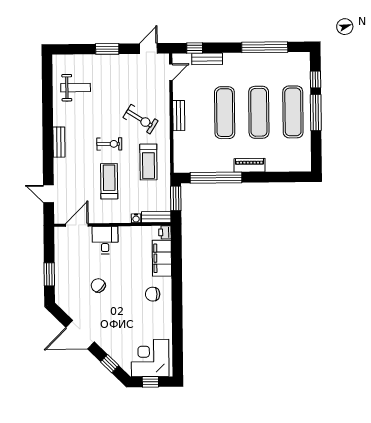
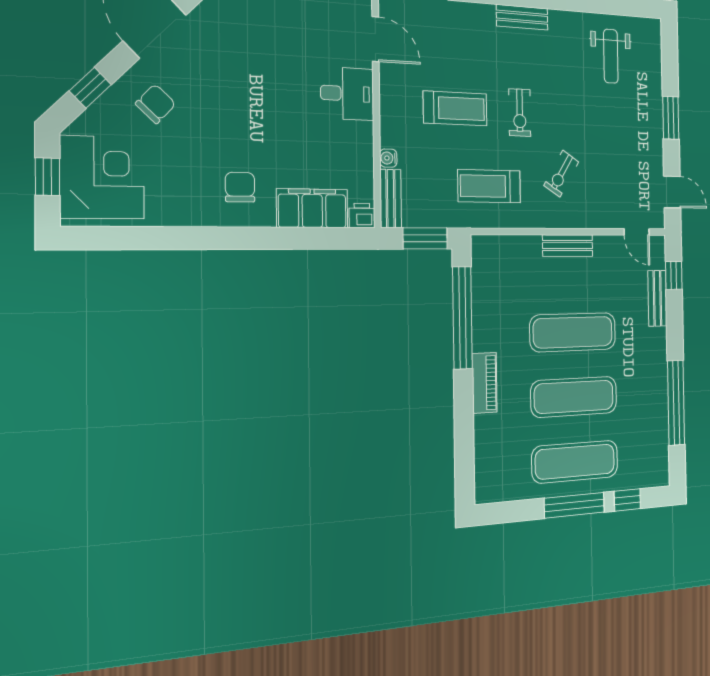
exercise bike: (141, 119) -> (561, 174), width x0.73, depth x0.72
chair: (98, 285) -> (156, 104), moved

